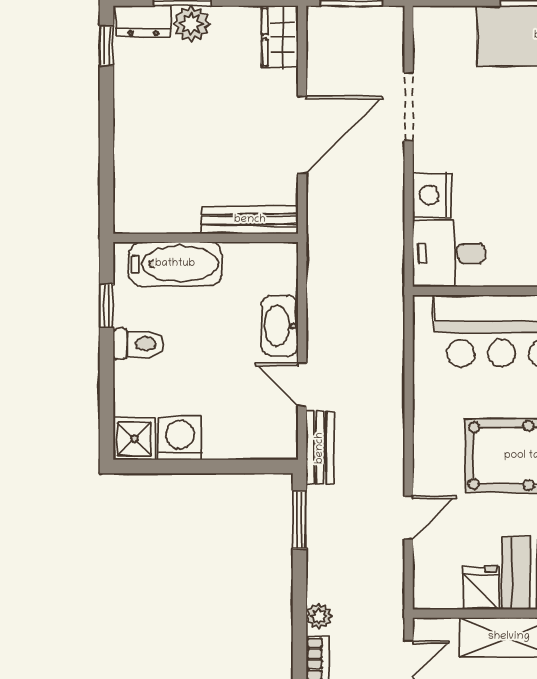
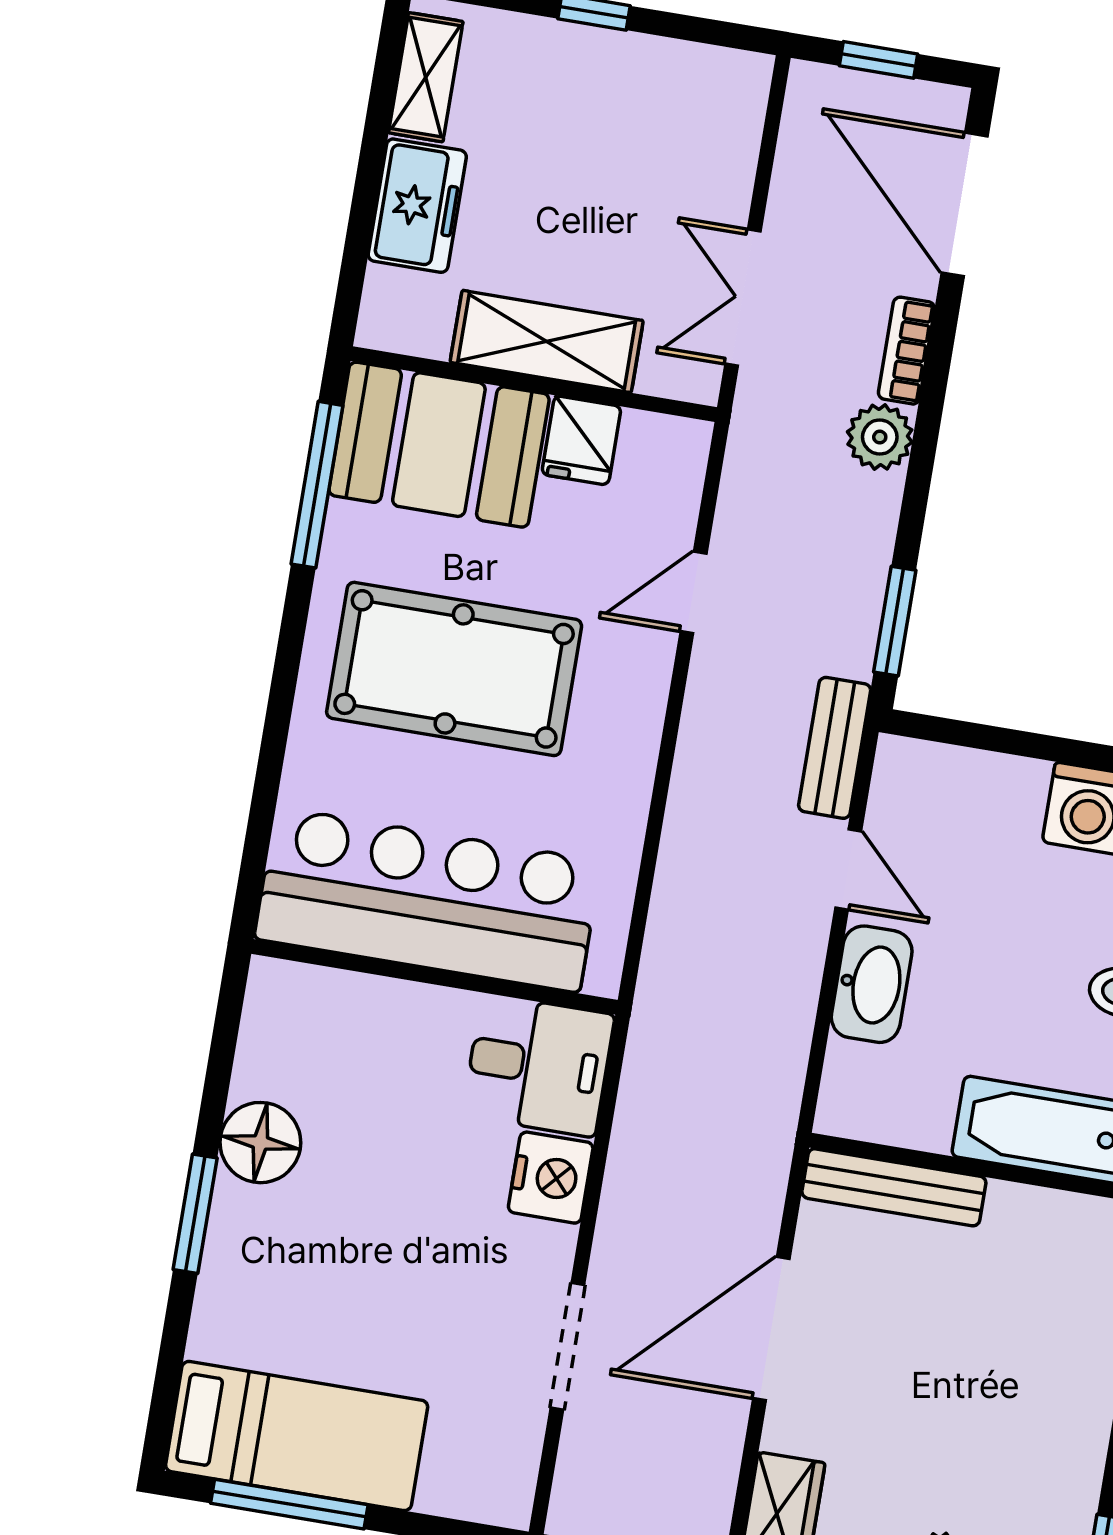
plant: (319, 616) -> (880, 437), width x1.38, depth x1.38

